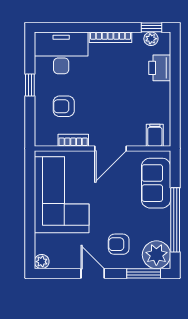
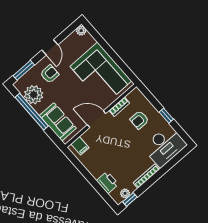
armchair: (64, 106) -> (139, 120), turned 180
door: (110, 148) -> (97, 119), hinge flipped
plant: (156, 255) -> (34, 95), moved
door: (93, 273) -> (50, 47), hinge flipped

